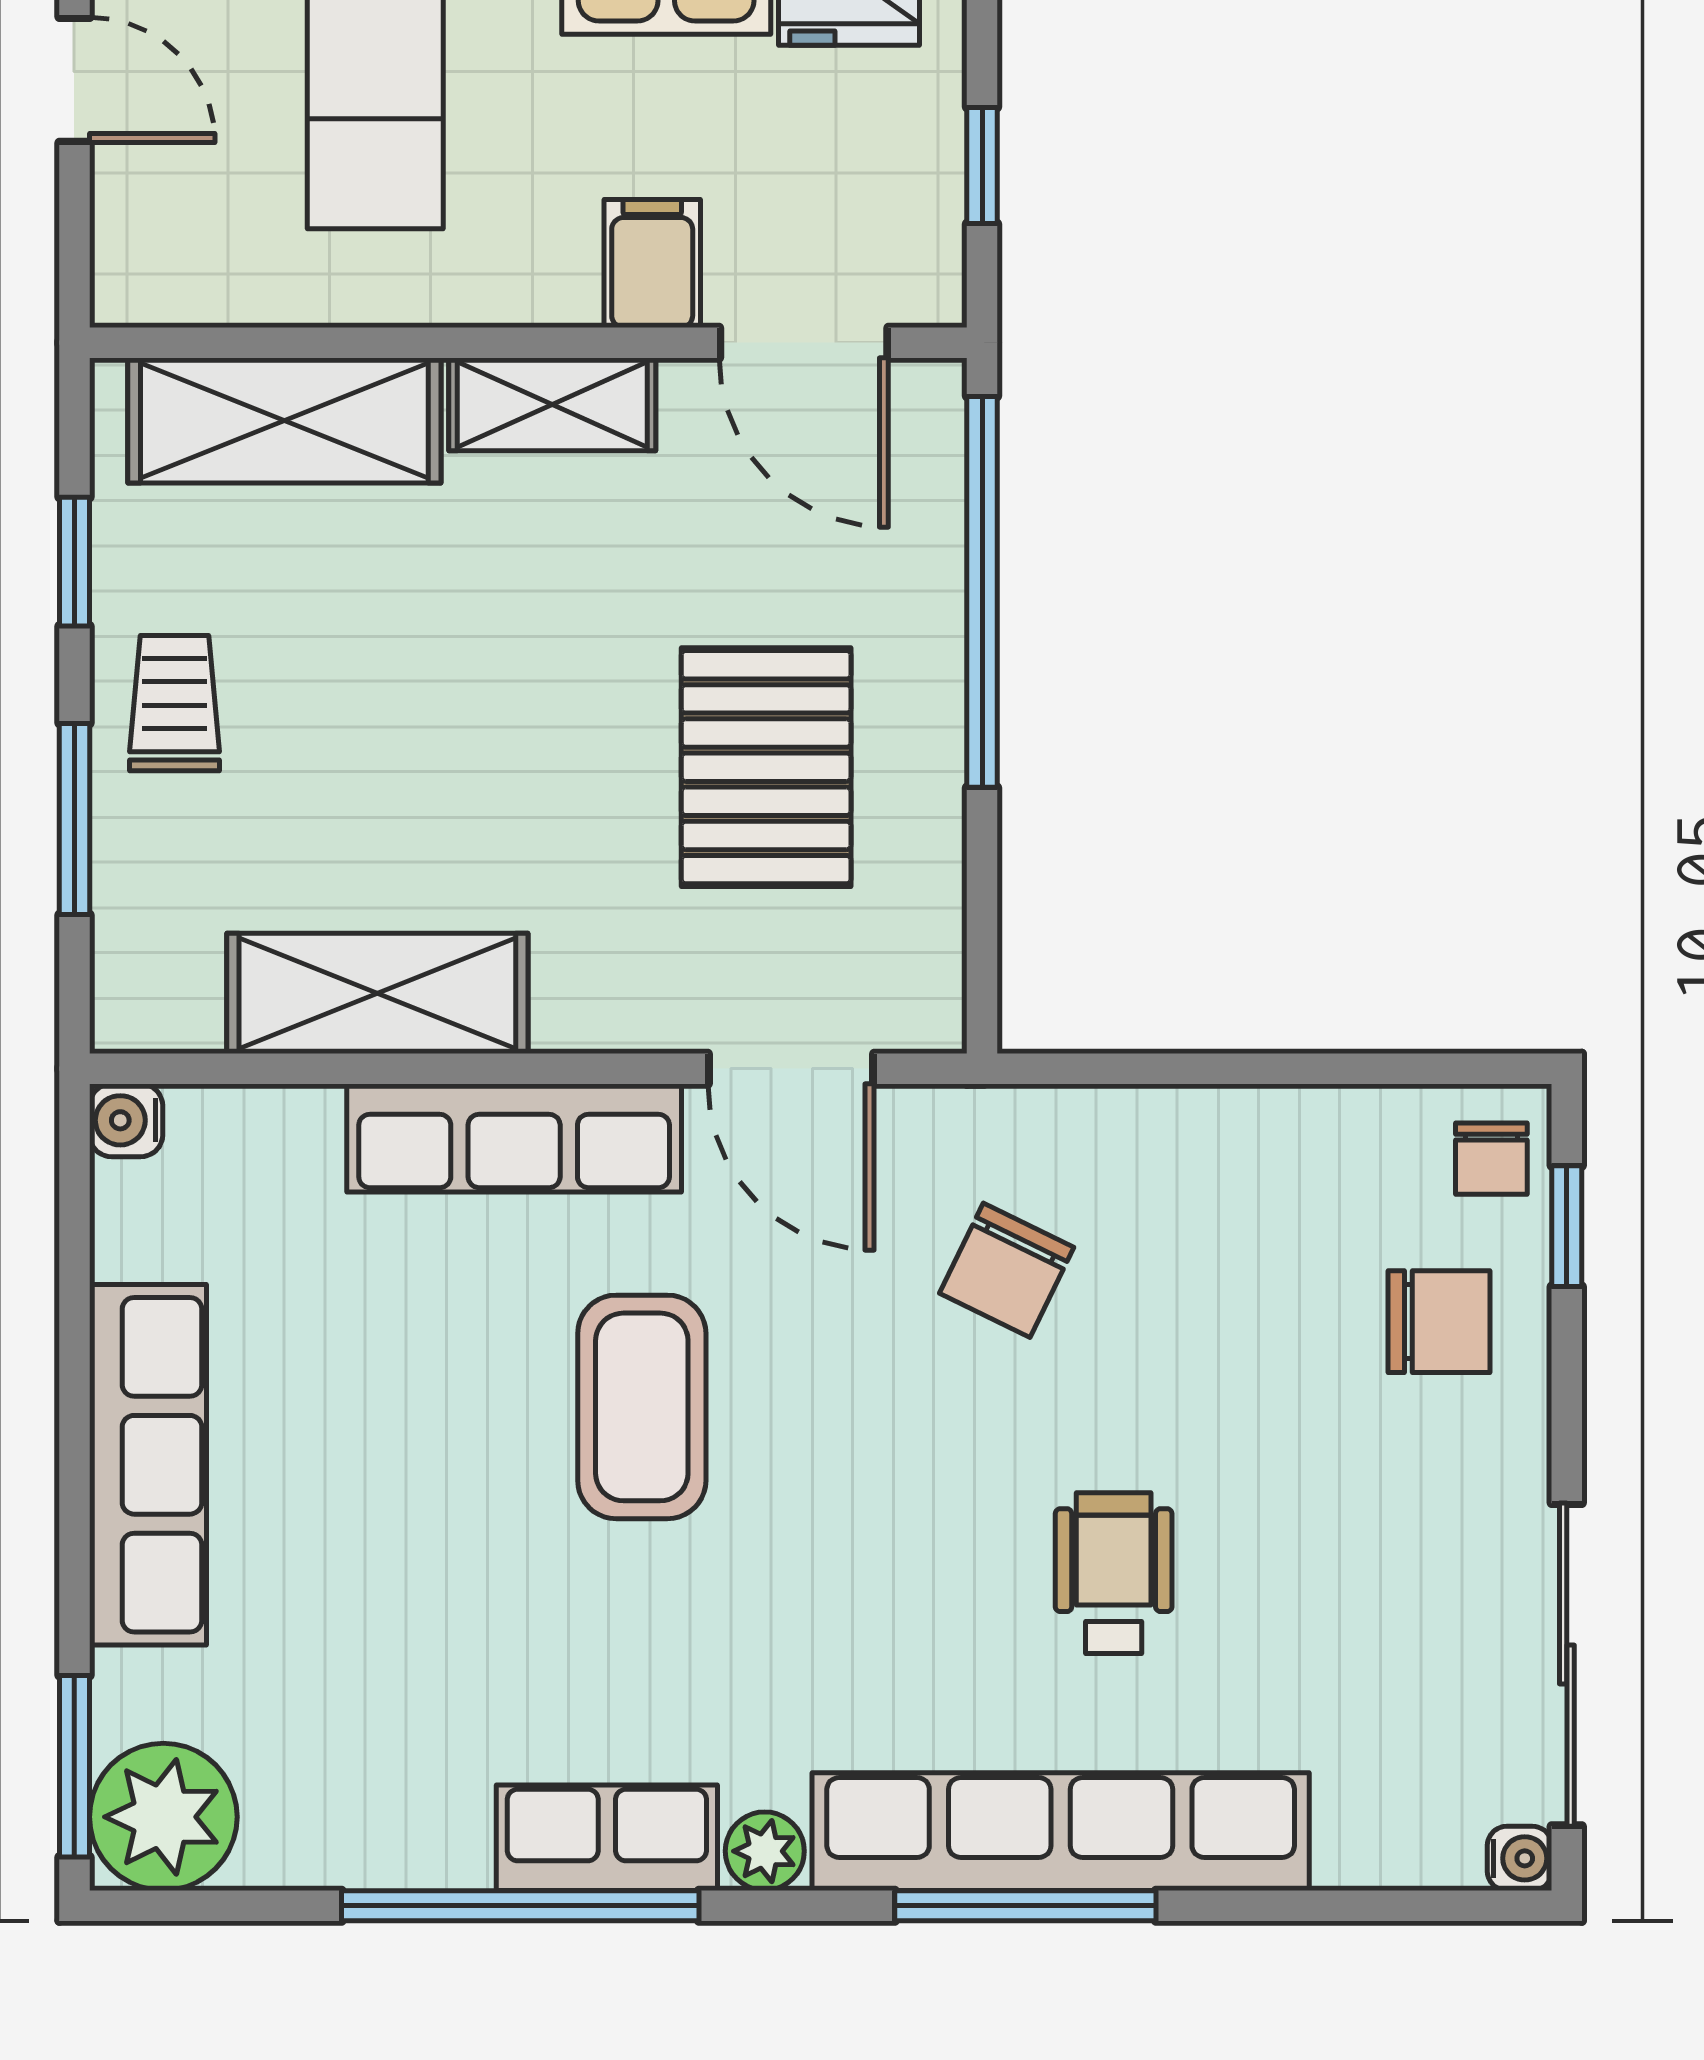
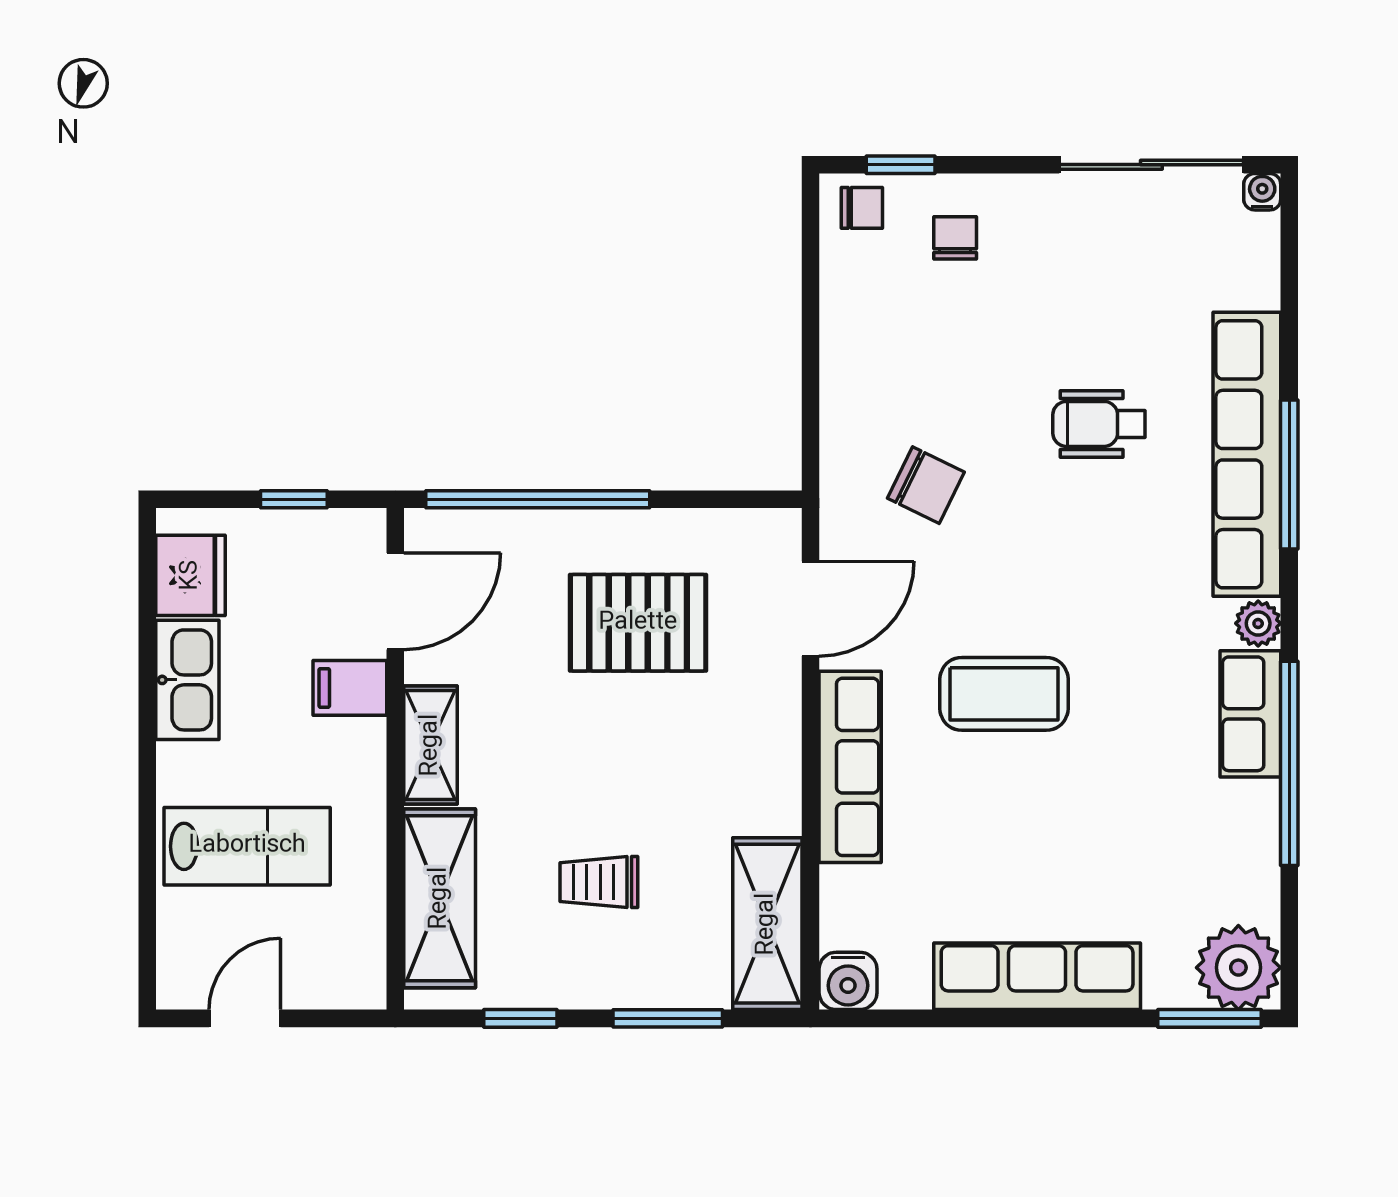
trolley: (174, 703) -> (599, 882), moved
shelving: (377, 993) -> (767, 924), moved
water cooler: (126, 1120) -> (848, 981), width x1.38, depth x1.38
chair: (1439, 1322) -> (955, 238), width x0.73, depth x0.73

